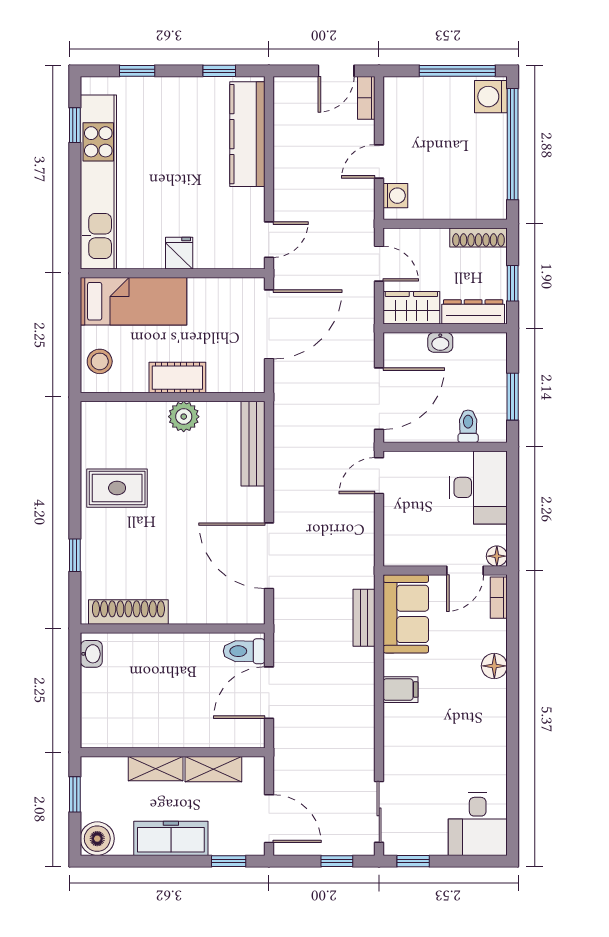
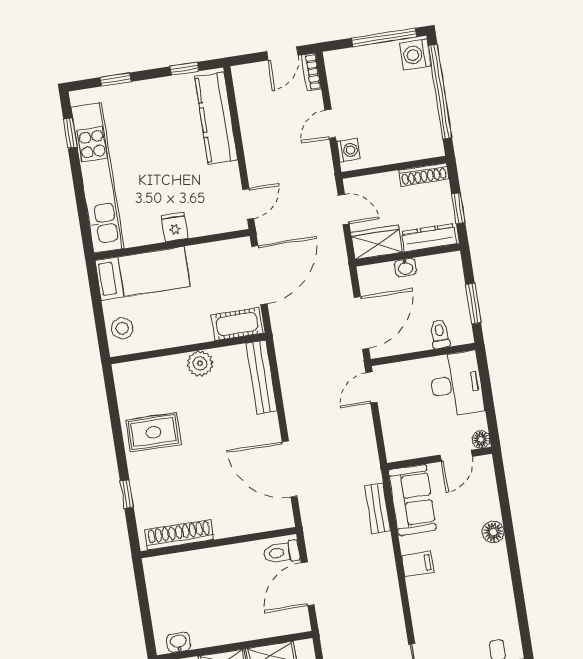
cot: (177, 378) -> (237, 324), moved
bookcase: (499, 598) -> (488, 474), removed
washbasin: (91, 654) -> (179, 642), moved, turned -90

